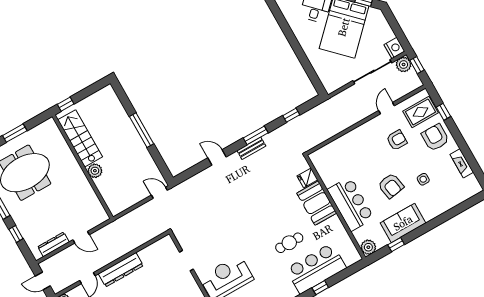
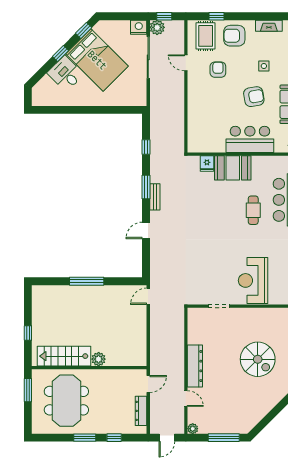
stairs: (80, 138) -> (64, 356), moved
wall: (83, 167) -> (89, 368), moved
plant: (95, 171) -> (99, 359), moved

